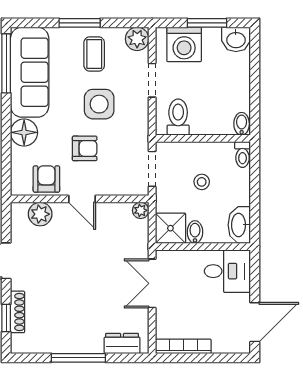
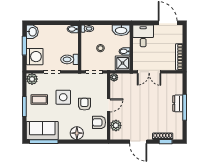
sofa: (30, 72) -> (42, 130), width x0.73
dresser: (122, 344) -> (178, 103), moved

